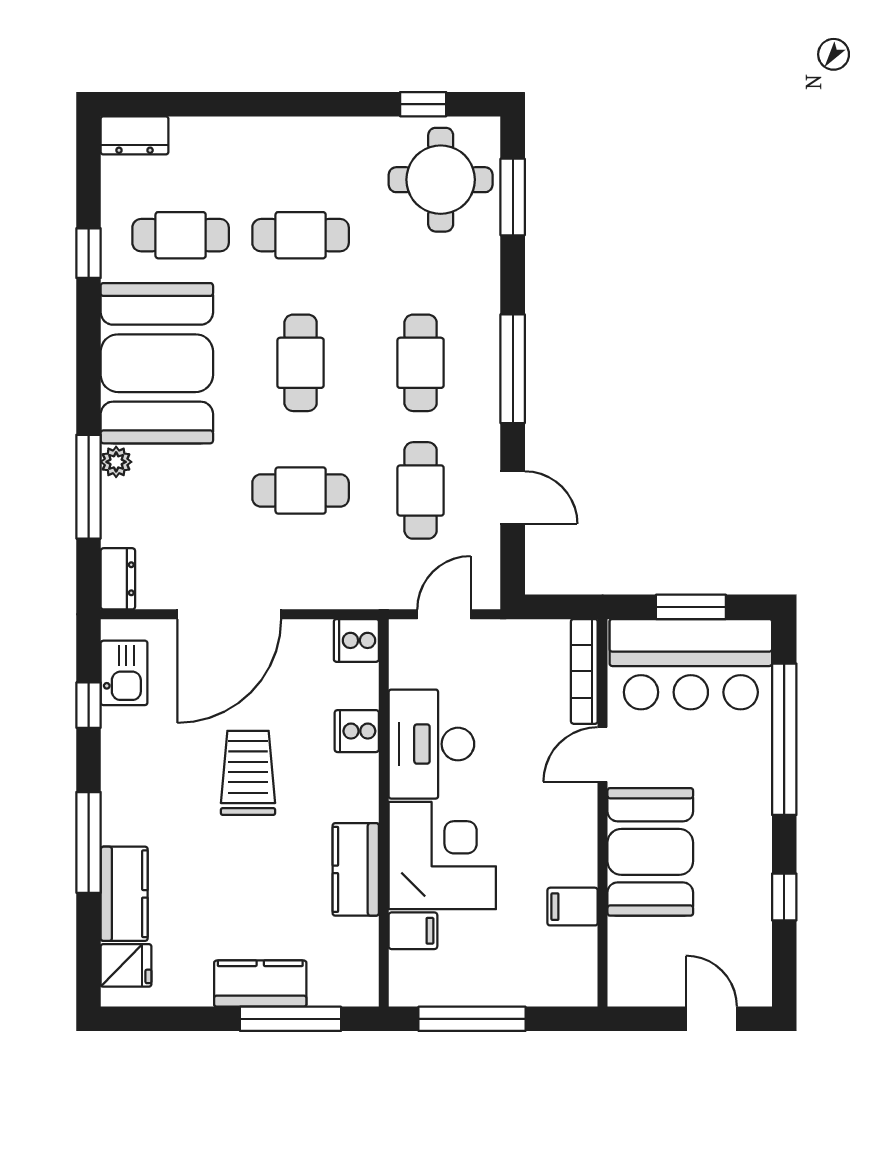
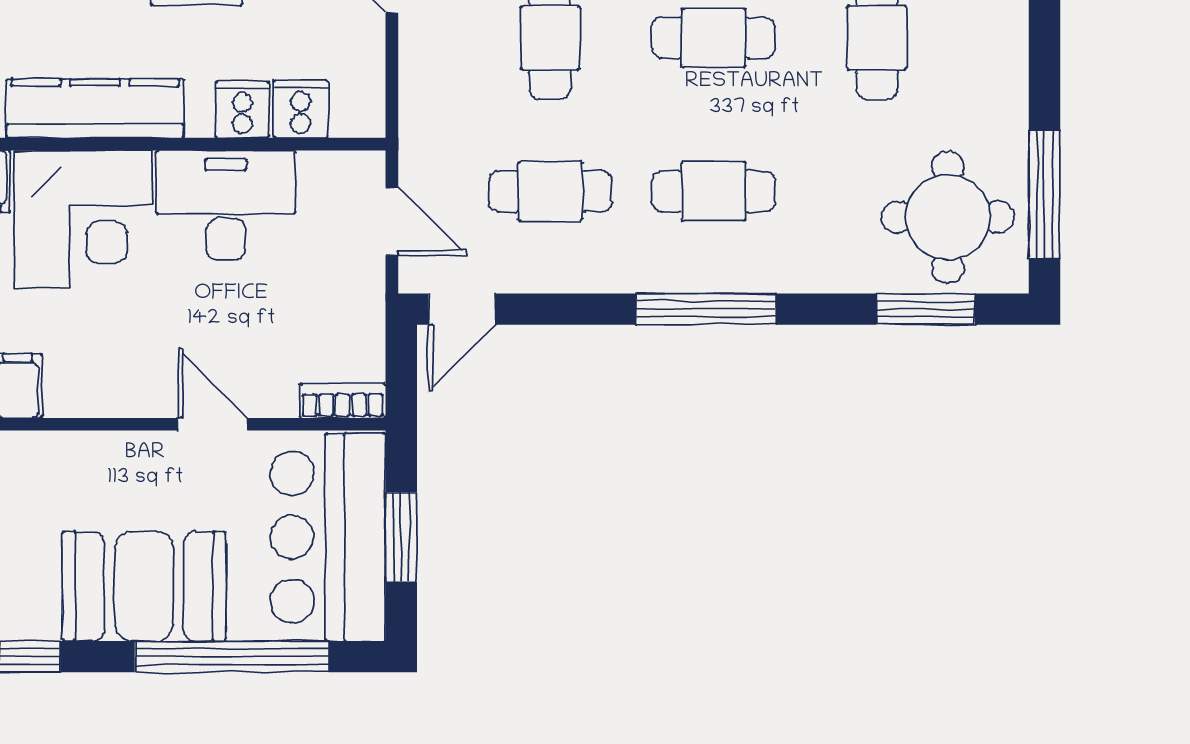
window: (423, 104) -> (1045, 195), width x2.17
door: (513, 498) -> (462, 309), moved
cooker: (356, 640) -> (301, 109), moved
bookcase: (584, 671) -> (343, 401), width x0.64
booth: (650, 852) -> (144, 586), moved
kitchen counter: (356, 869) -> (95, 108), width x1.50

